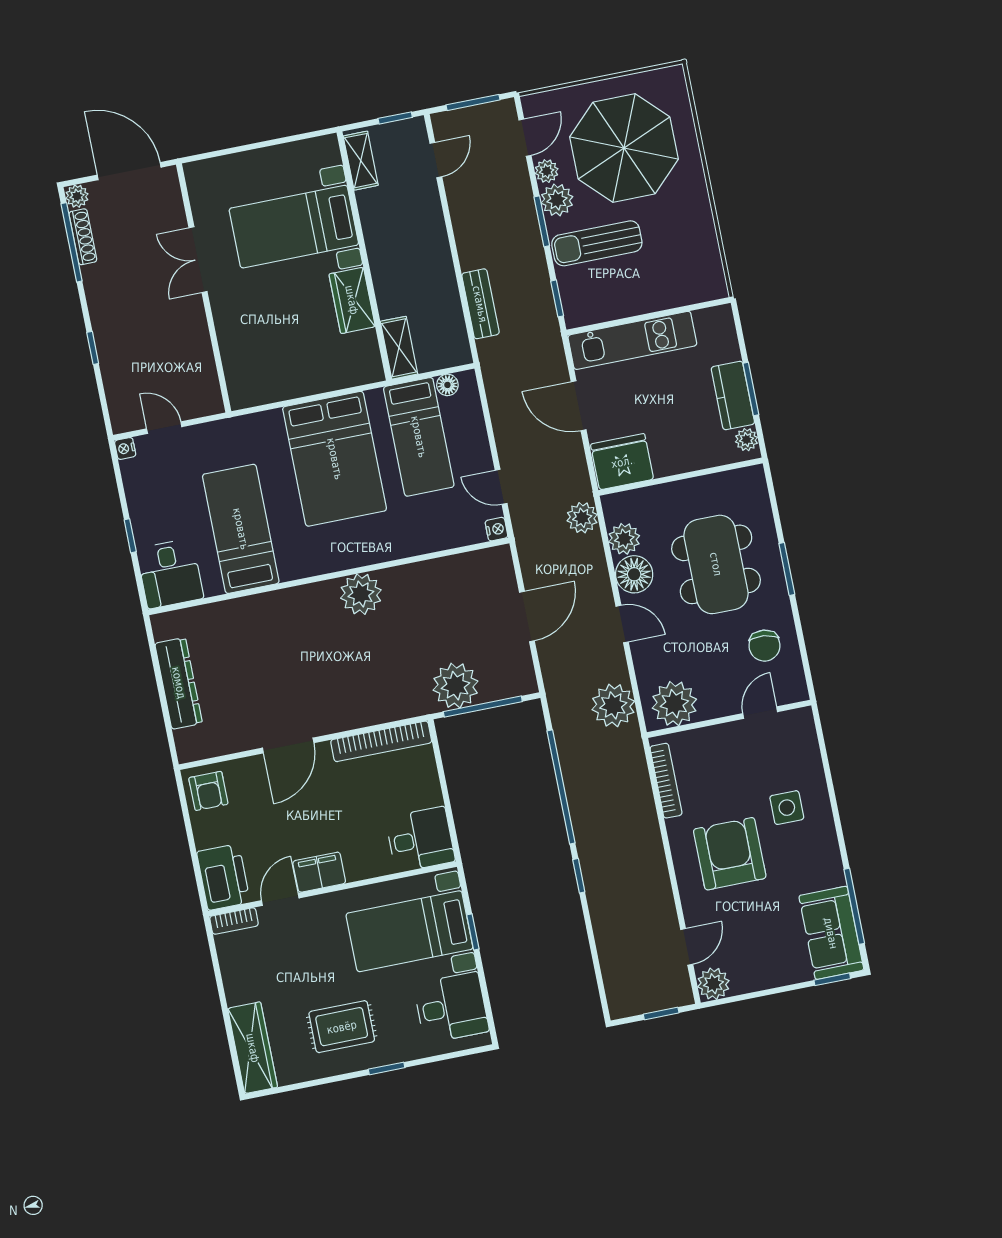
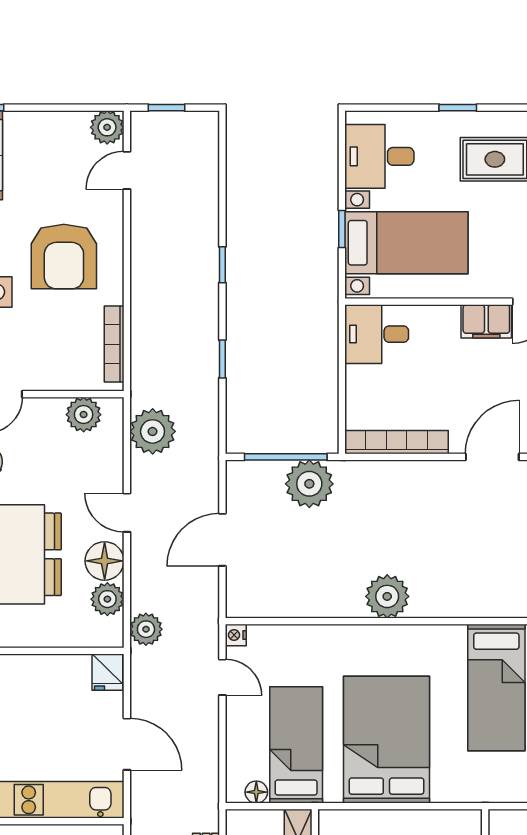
fridge: (622, 462) -> (107, 672), width x0.53, depth x0.75
plant: (674, 704) -> (84, 415), width x0.73, depth x0.73
window: (561, 787) -> (222, 359), width x0.32

